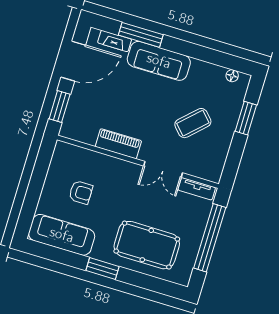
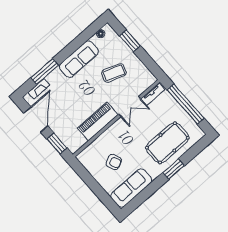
sofa: (159, 61) -> (79, 59), moved
coffee table: (193, 123) -> (114, 73), turned 64
piano: (118, 144) -> (98, 121), width x1.37, depth x1.33
armchair: (81, 192) -> (114, 162), turned 65
window: (102, 268) -> (174, 169), moved

